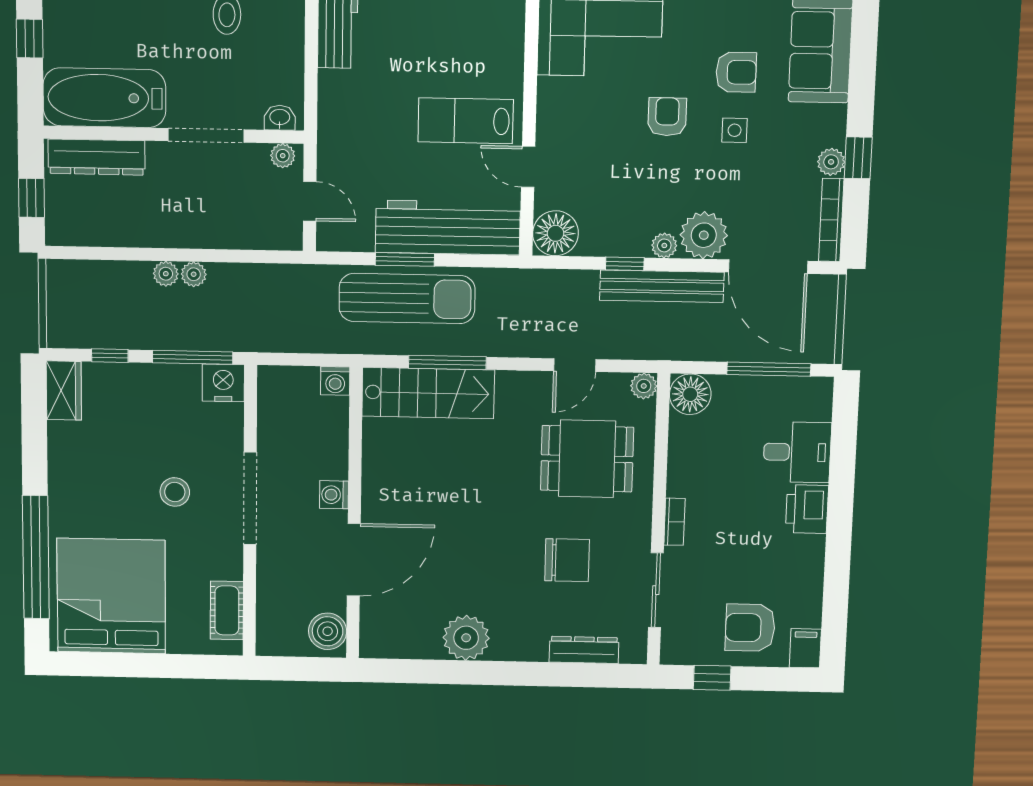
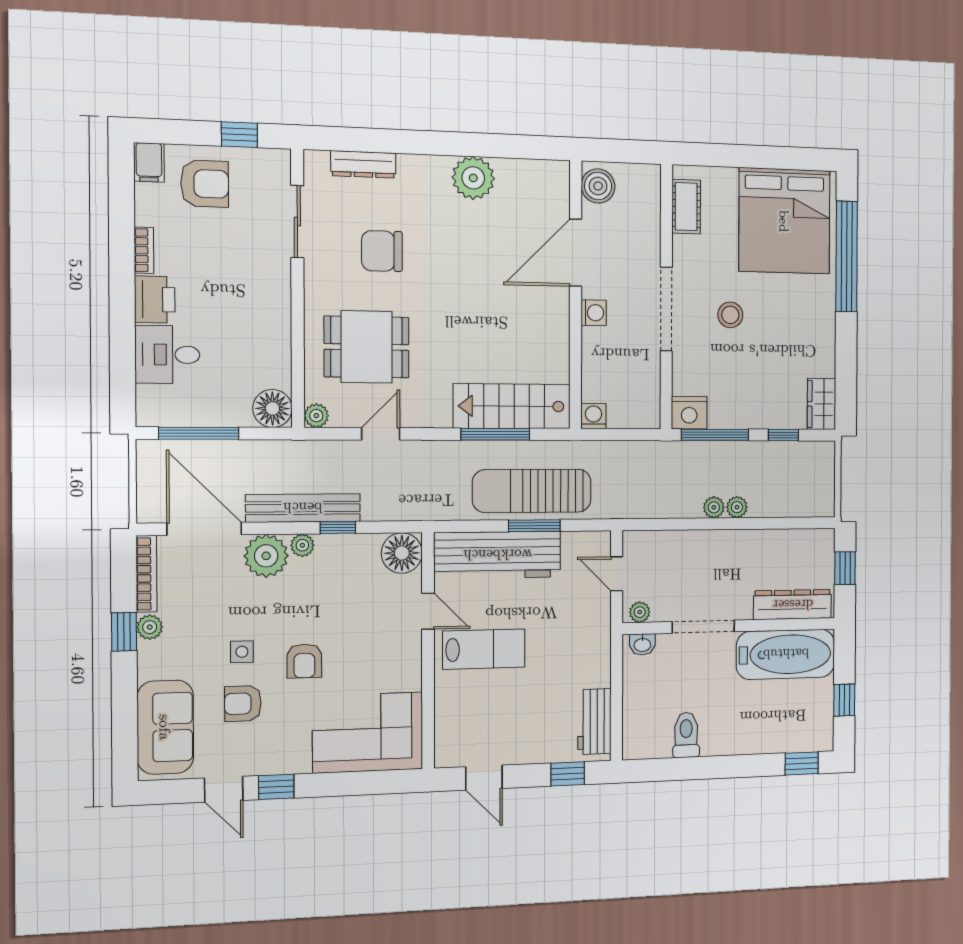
bookcase: (674, 522) -> (144, 250), moved, turned 180

